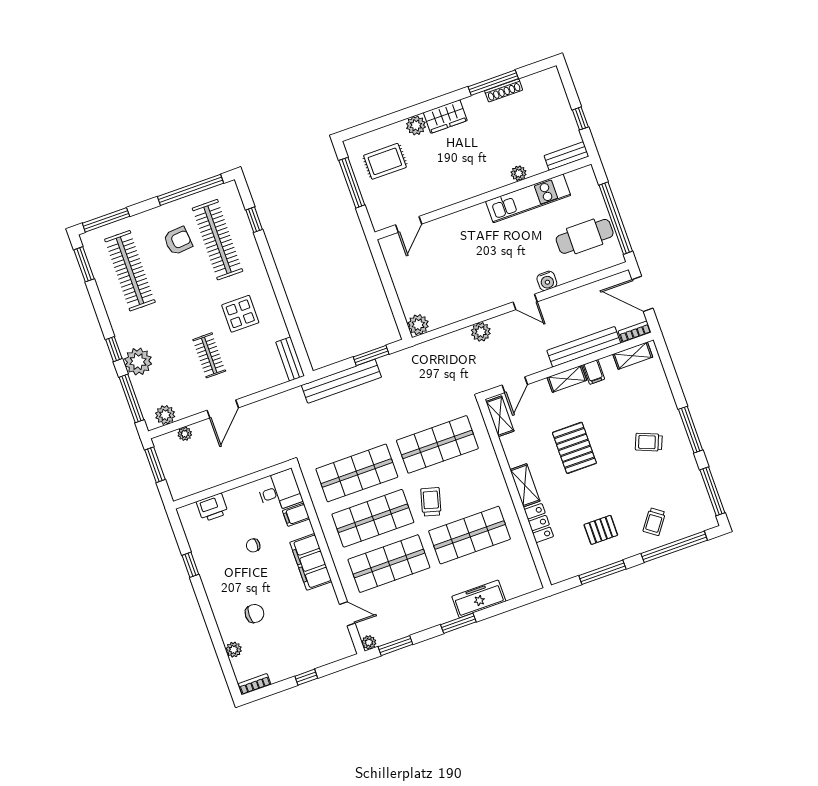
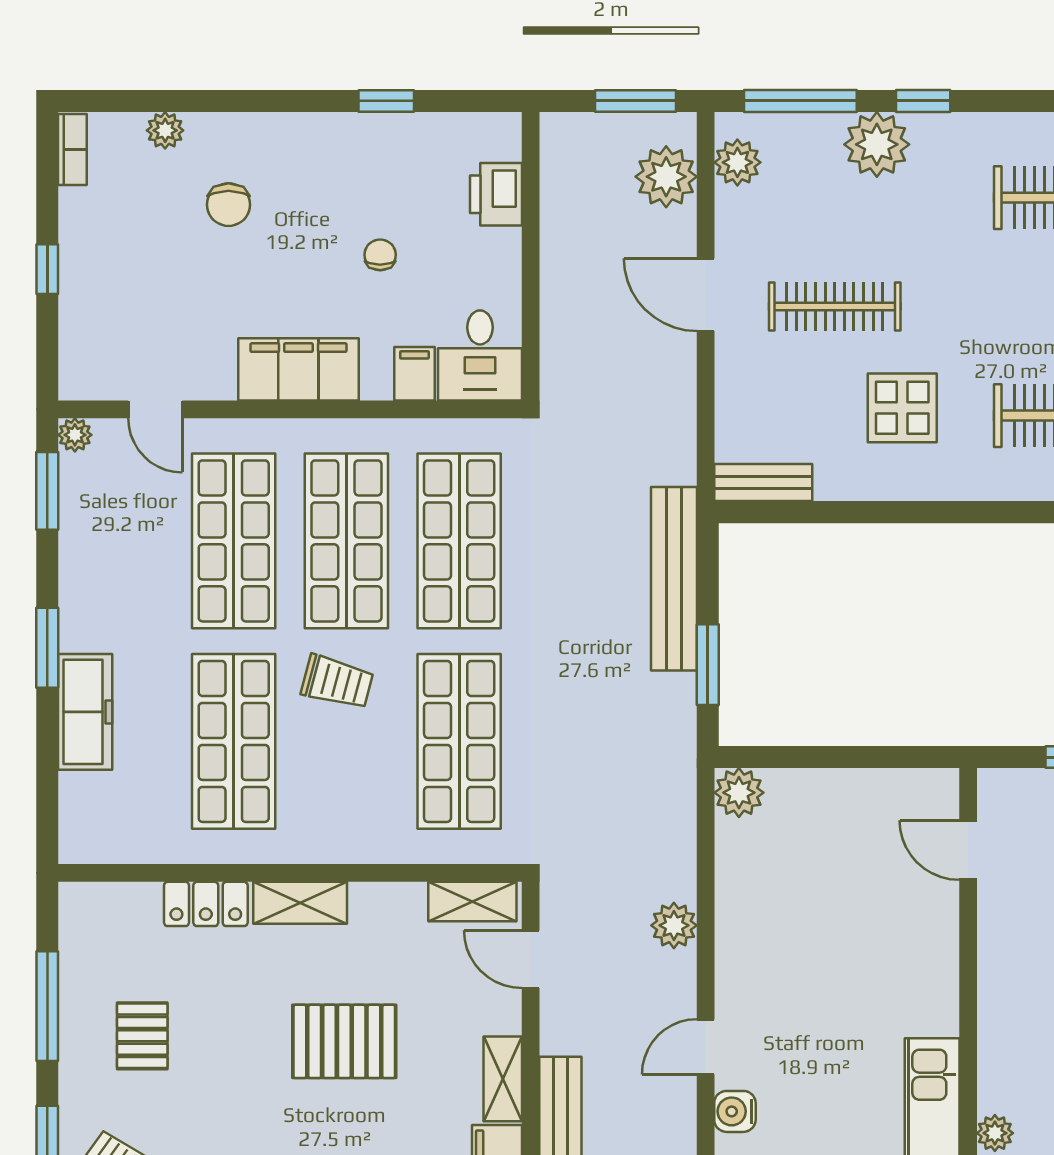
clothes rail: (209, 355) -> (835, 307), width x1.36
plant: (185, 434) -> (666, 177), width x1.88, depth x1.88
door: (347, 614) -> (155, 409), hinge flipped

